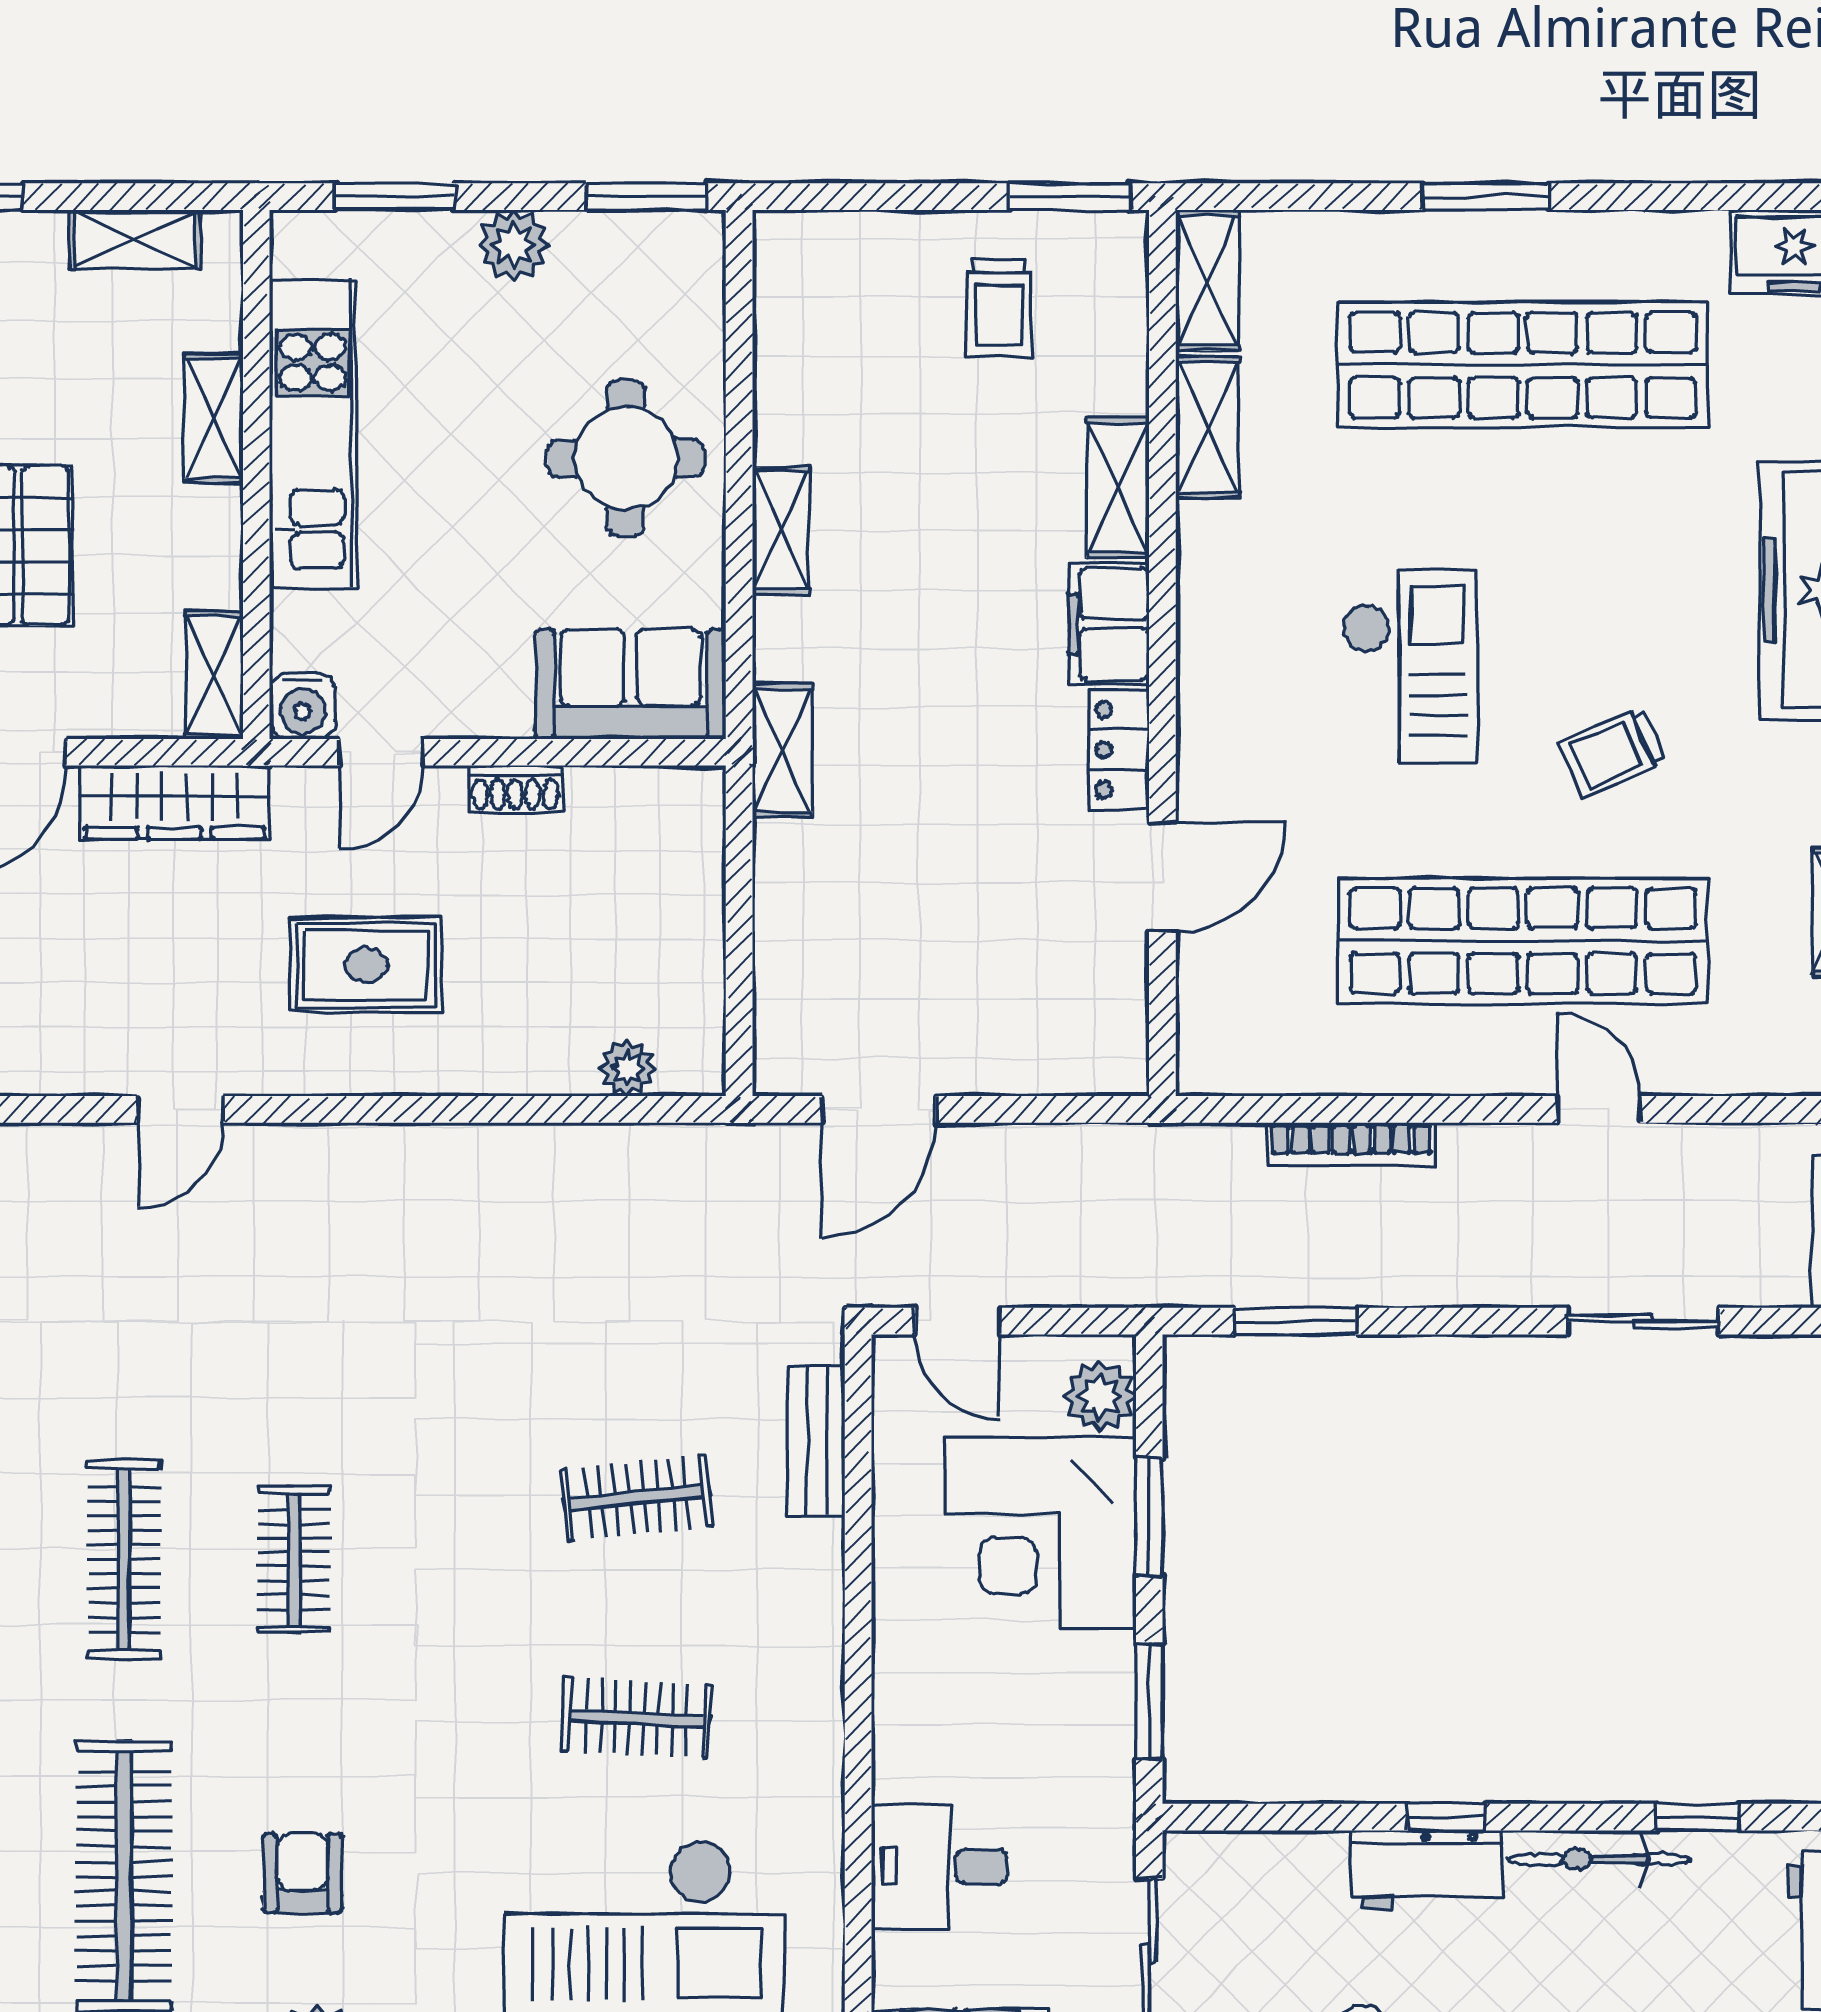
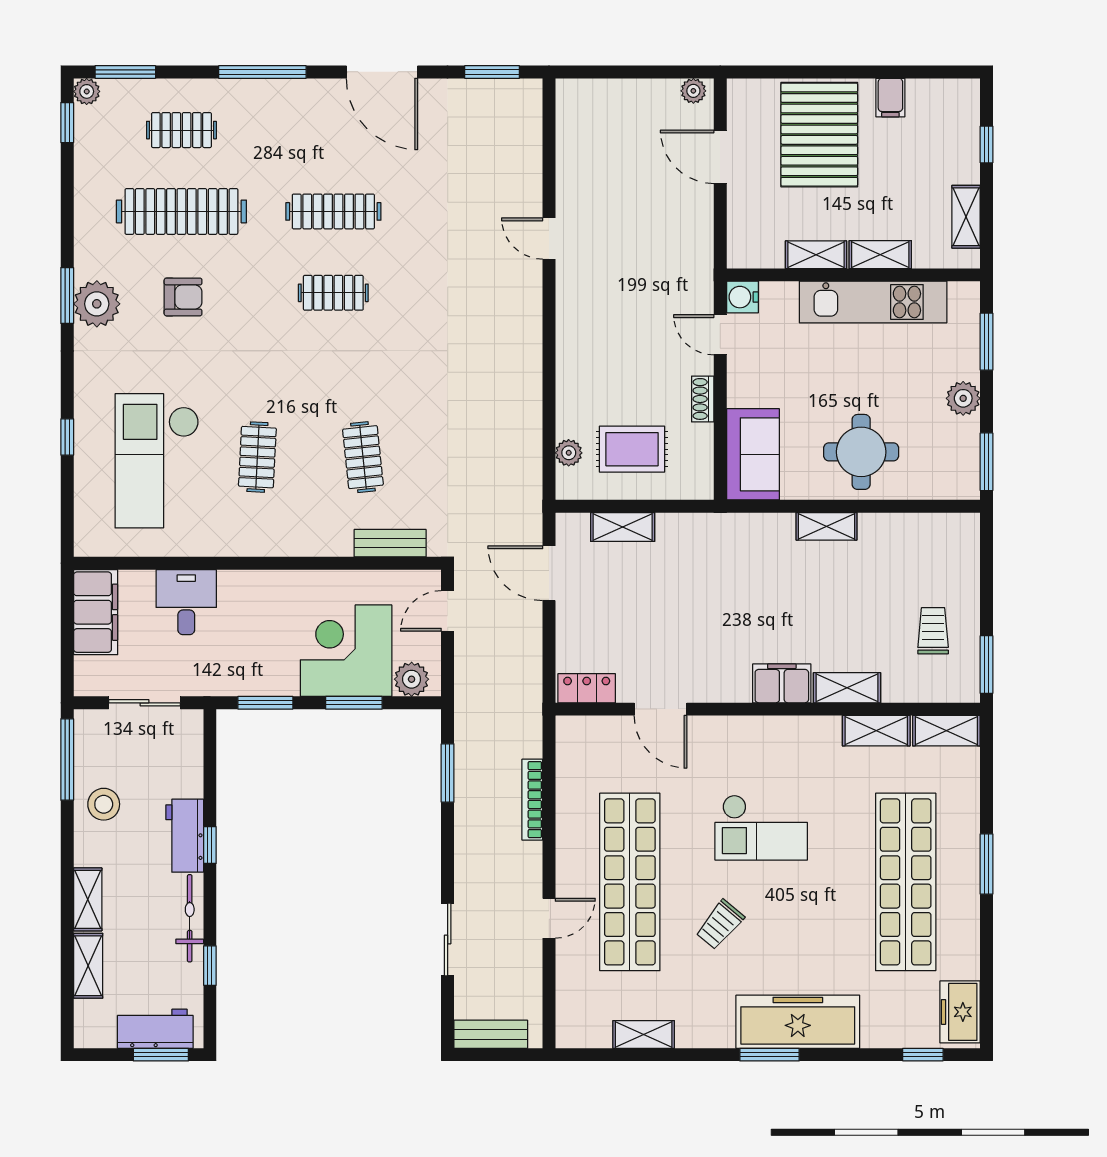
trolley: (999, 308) -> (933, 631), turned 90
shelving: (214, 675) -> (816, 255), moved
shelving: (782, 750) -> (623, 527), moved
locker: (1119, 750) -> (587, 688), moved
trolley: (1612, 753) -> (720, 925), turned -117
wardrobe: (175, 802) -> (696, 236), removed
rug: (366, 965) -> (632, 449), moved, turned 90

